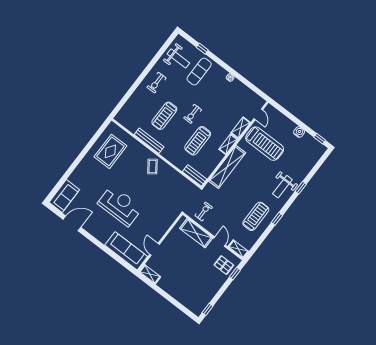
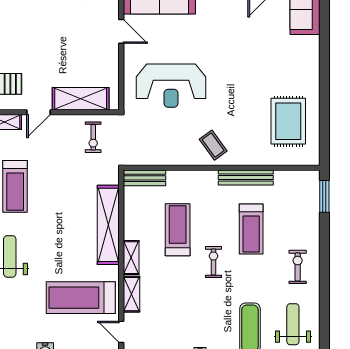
weight bench: (178, 58) -> (293, 324), turned 90
window: (120, 105) -> (324, 196), added
treadmill: (164, 116) -> (251, 229), turned 180
reception desk: (120, 206) -> (171, 86), moved
door: (220, 242) -> (39, 112), hinge flipped

